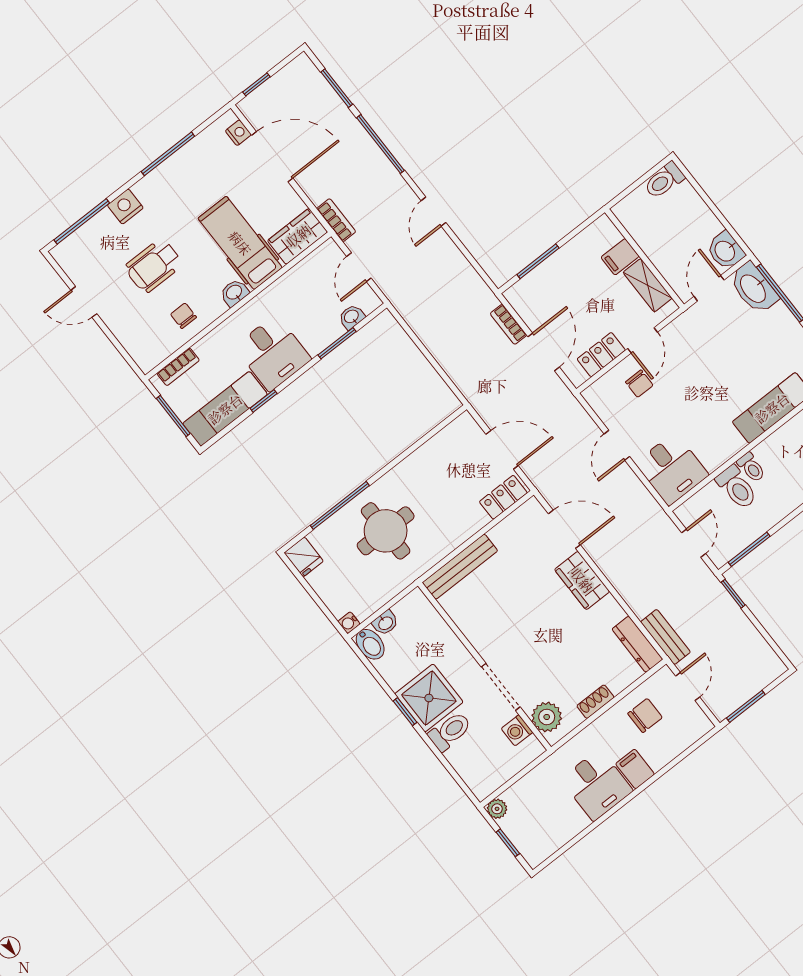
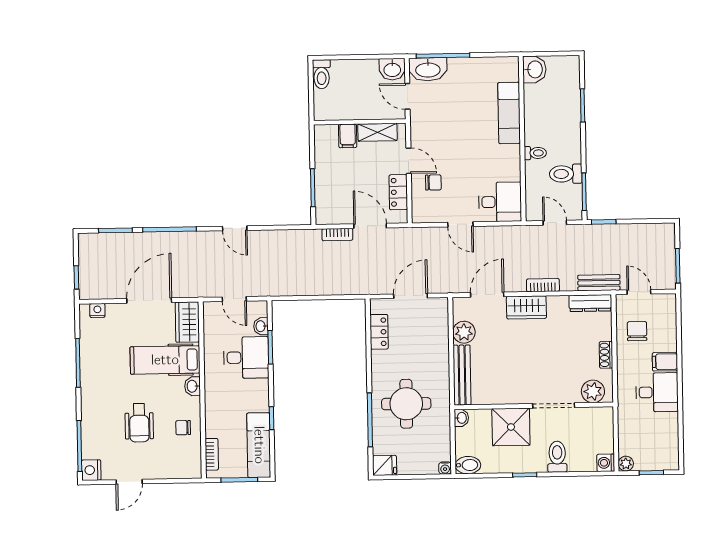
door: (272, 157) -> (149, 301), moved
nightstand: (125, 206) -> (91, 470), moved
bookcase: (336, 220) -> (543, 285), moved
desk: (273, 353) -> (246, 357), moved
toilet: (737, 487) -> (566, 174), moved, turned 180
locker: (503, 497) -> (379, 332), moved, turned 180
plant: (506, 535) -> (464, 332), added
washbasin: (385, 623) -> (461, 418), moved
shower: (429, 698) -> (511, 427), moved
washing machine: (517, 730) -> (606, 463), moved, turned 90

